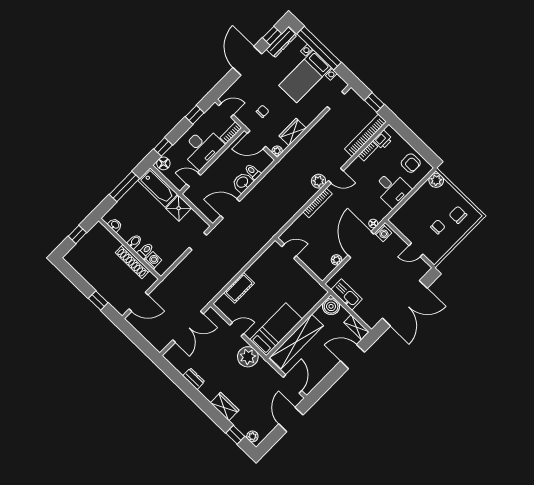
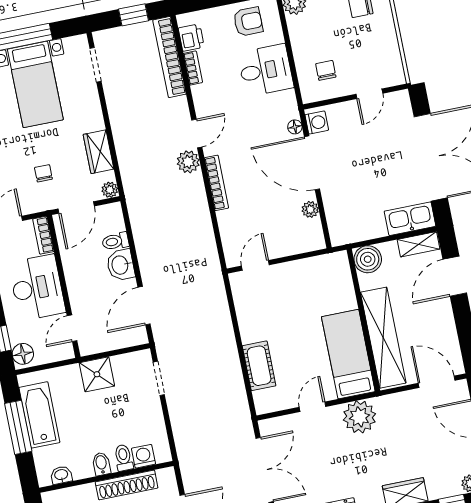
bathtub: (158, 187) -> (39, 415), moved, turned -90
chair: (438, 227) -> (326, 70), moved
kitchen sink: (346, 294) -> (410, 219), moved

